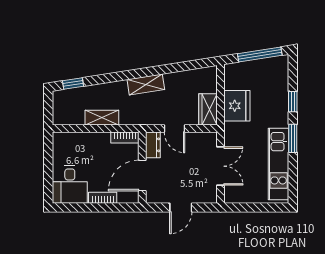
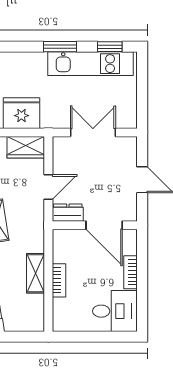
window: (293, 102) -> (110, 47), moved
bookcase: (125, 137) -> (59, 280), moved

